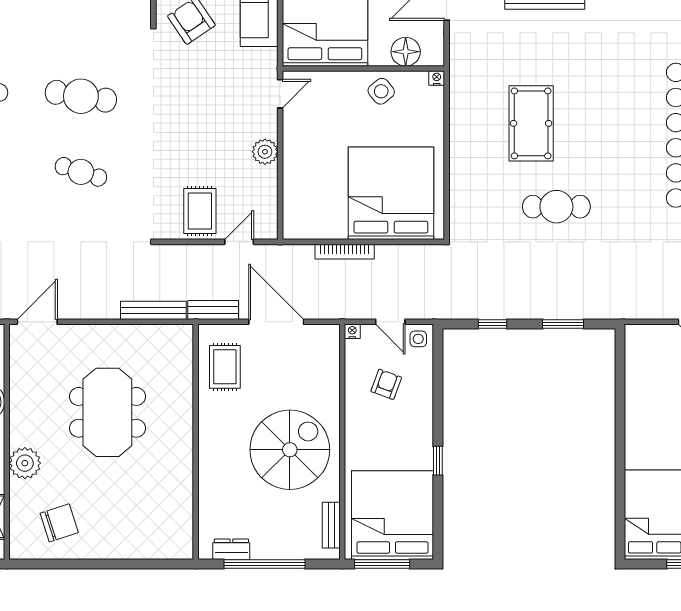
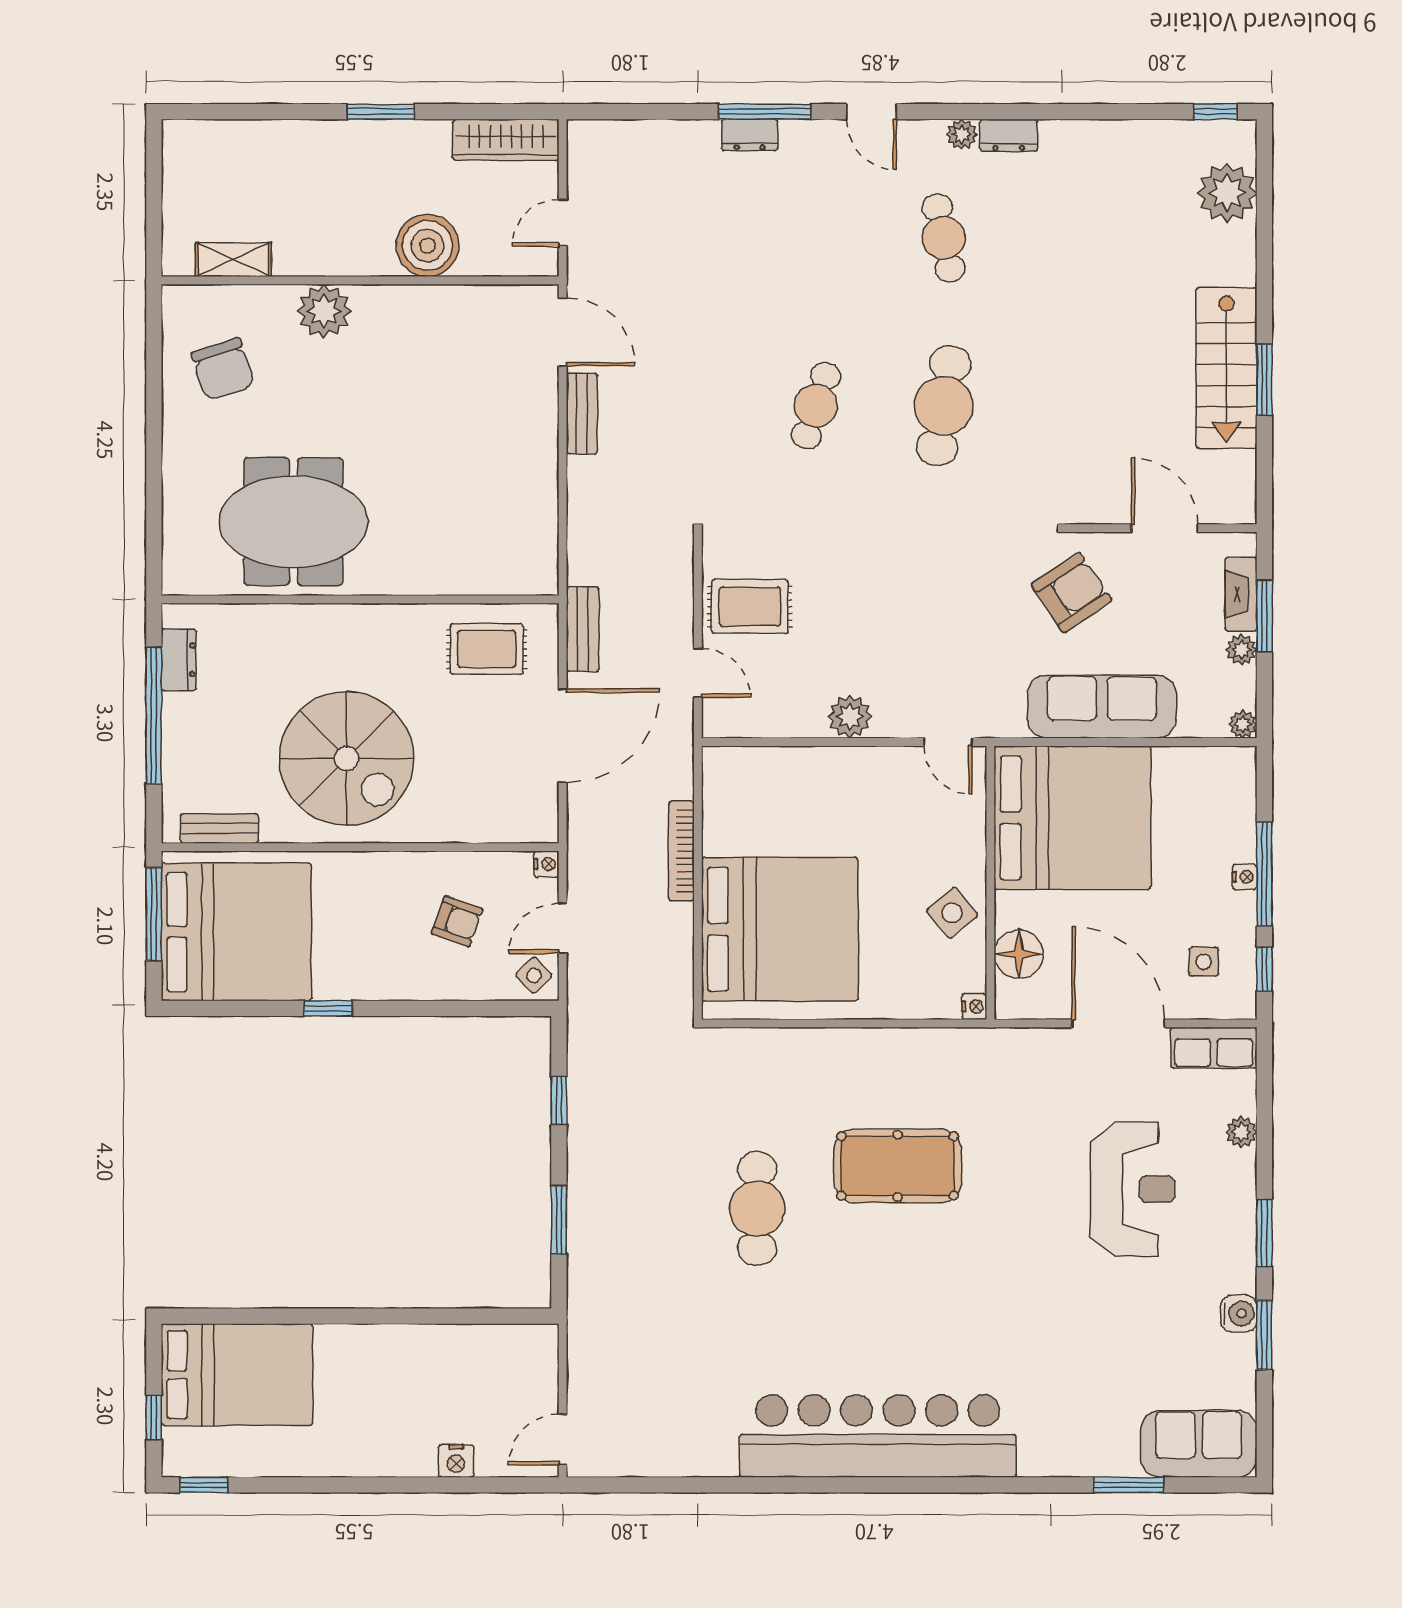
bench: (153, 310) -> (582, 413), moved, width x0.73
side table: (418, 339) -> (534, 975), turned 45
meeting table: (107, 412) -> (293, 522), moved

